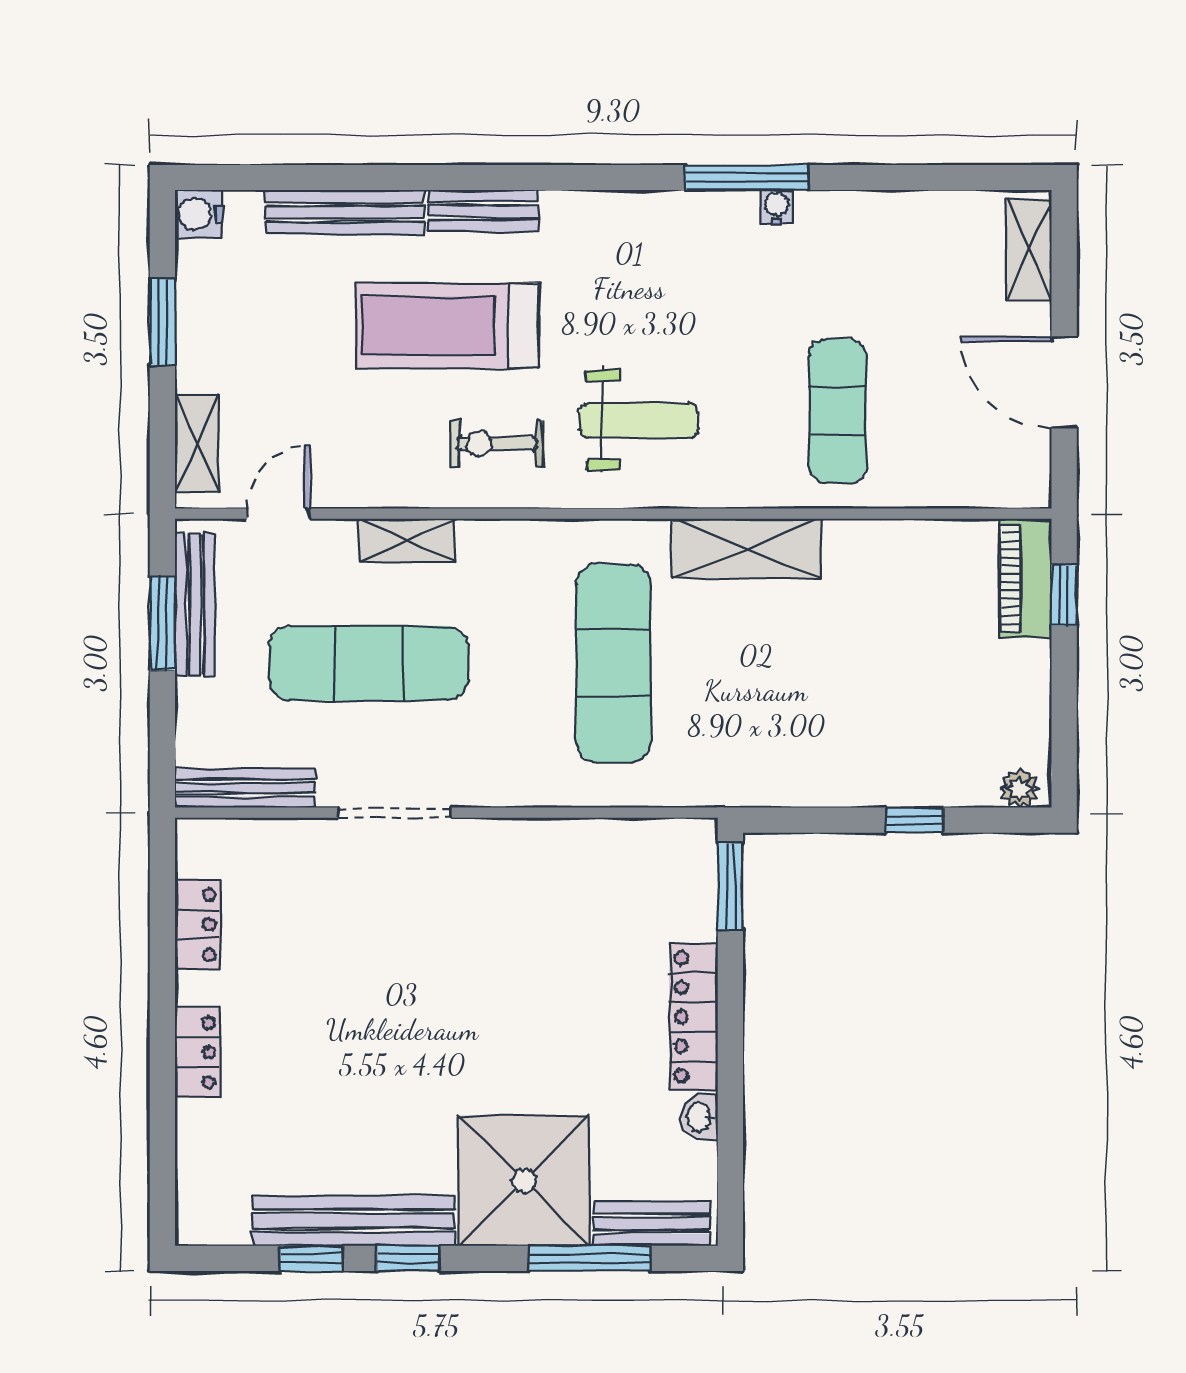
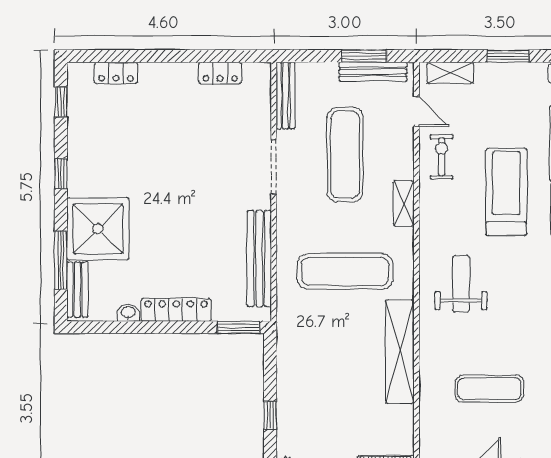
exercise mat: (838, 411) -> (489, 389), moved
weight bench: (639, 420) -> (461, 284), turned 180
exercise bike: (497, 444) -> (442, 157), moved
shelving: (407, 540) -> (404, 203), moved
shelving: (747, 548) -> (400, 352), width x1.47
locker: (198, 1052) -> (116, 73), moved
bench: (353, 1221) -> (259, 258), moved
window: (312, 1258) -> (61, 102), moved

